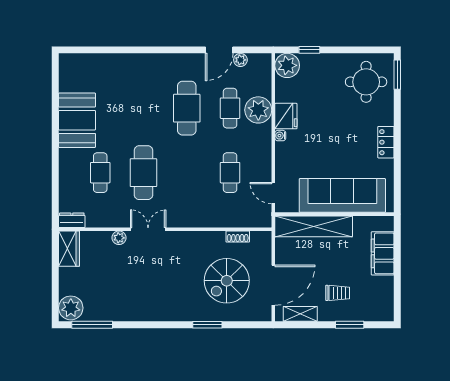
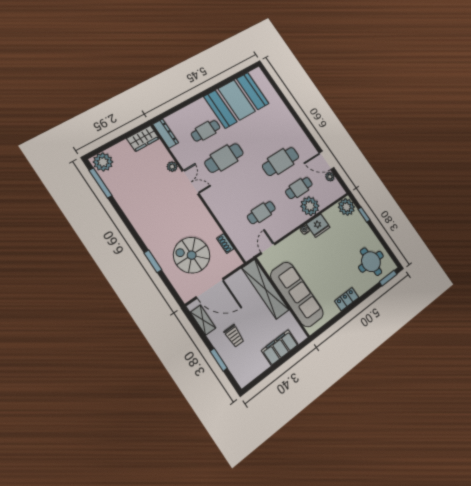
booth: (77, 120) -> (237, 100), width x1.36, depth x1.42
dresser: (72, 220) -> (166, 133), width x1.44

